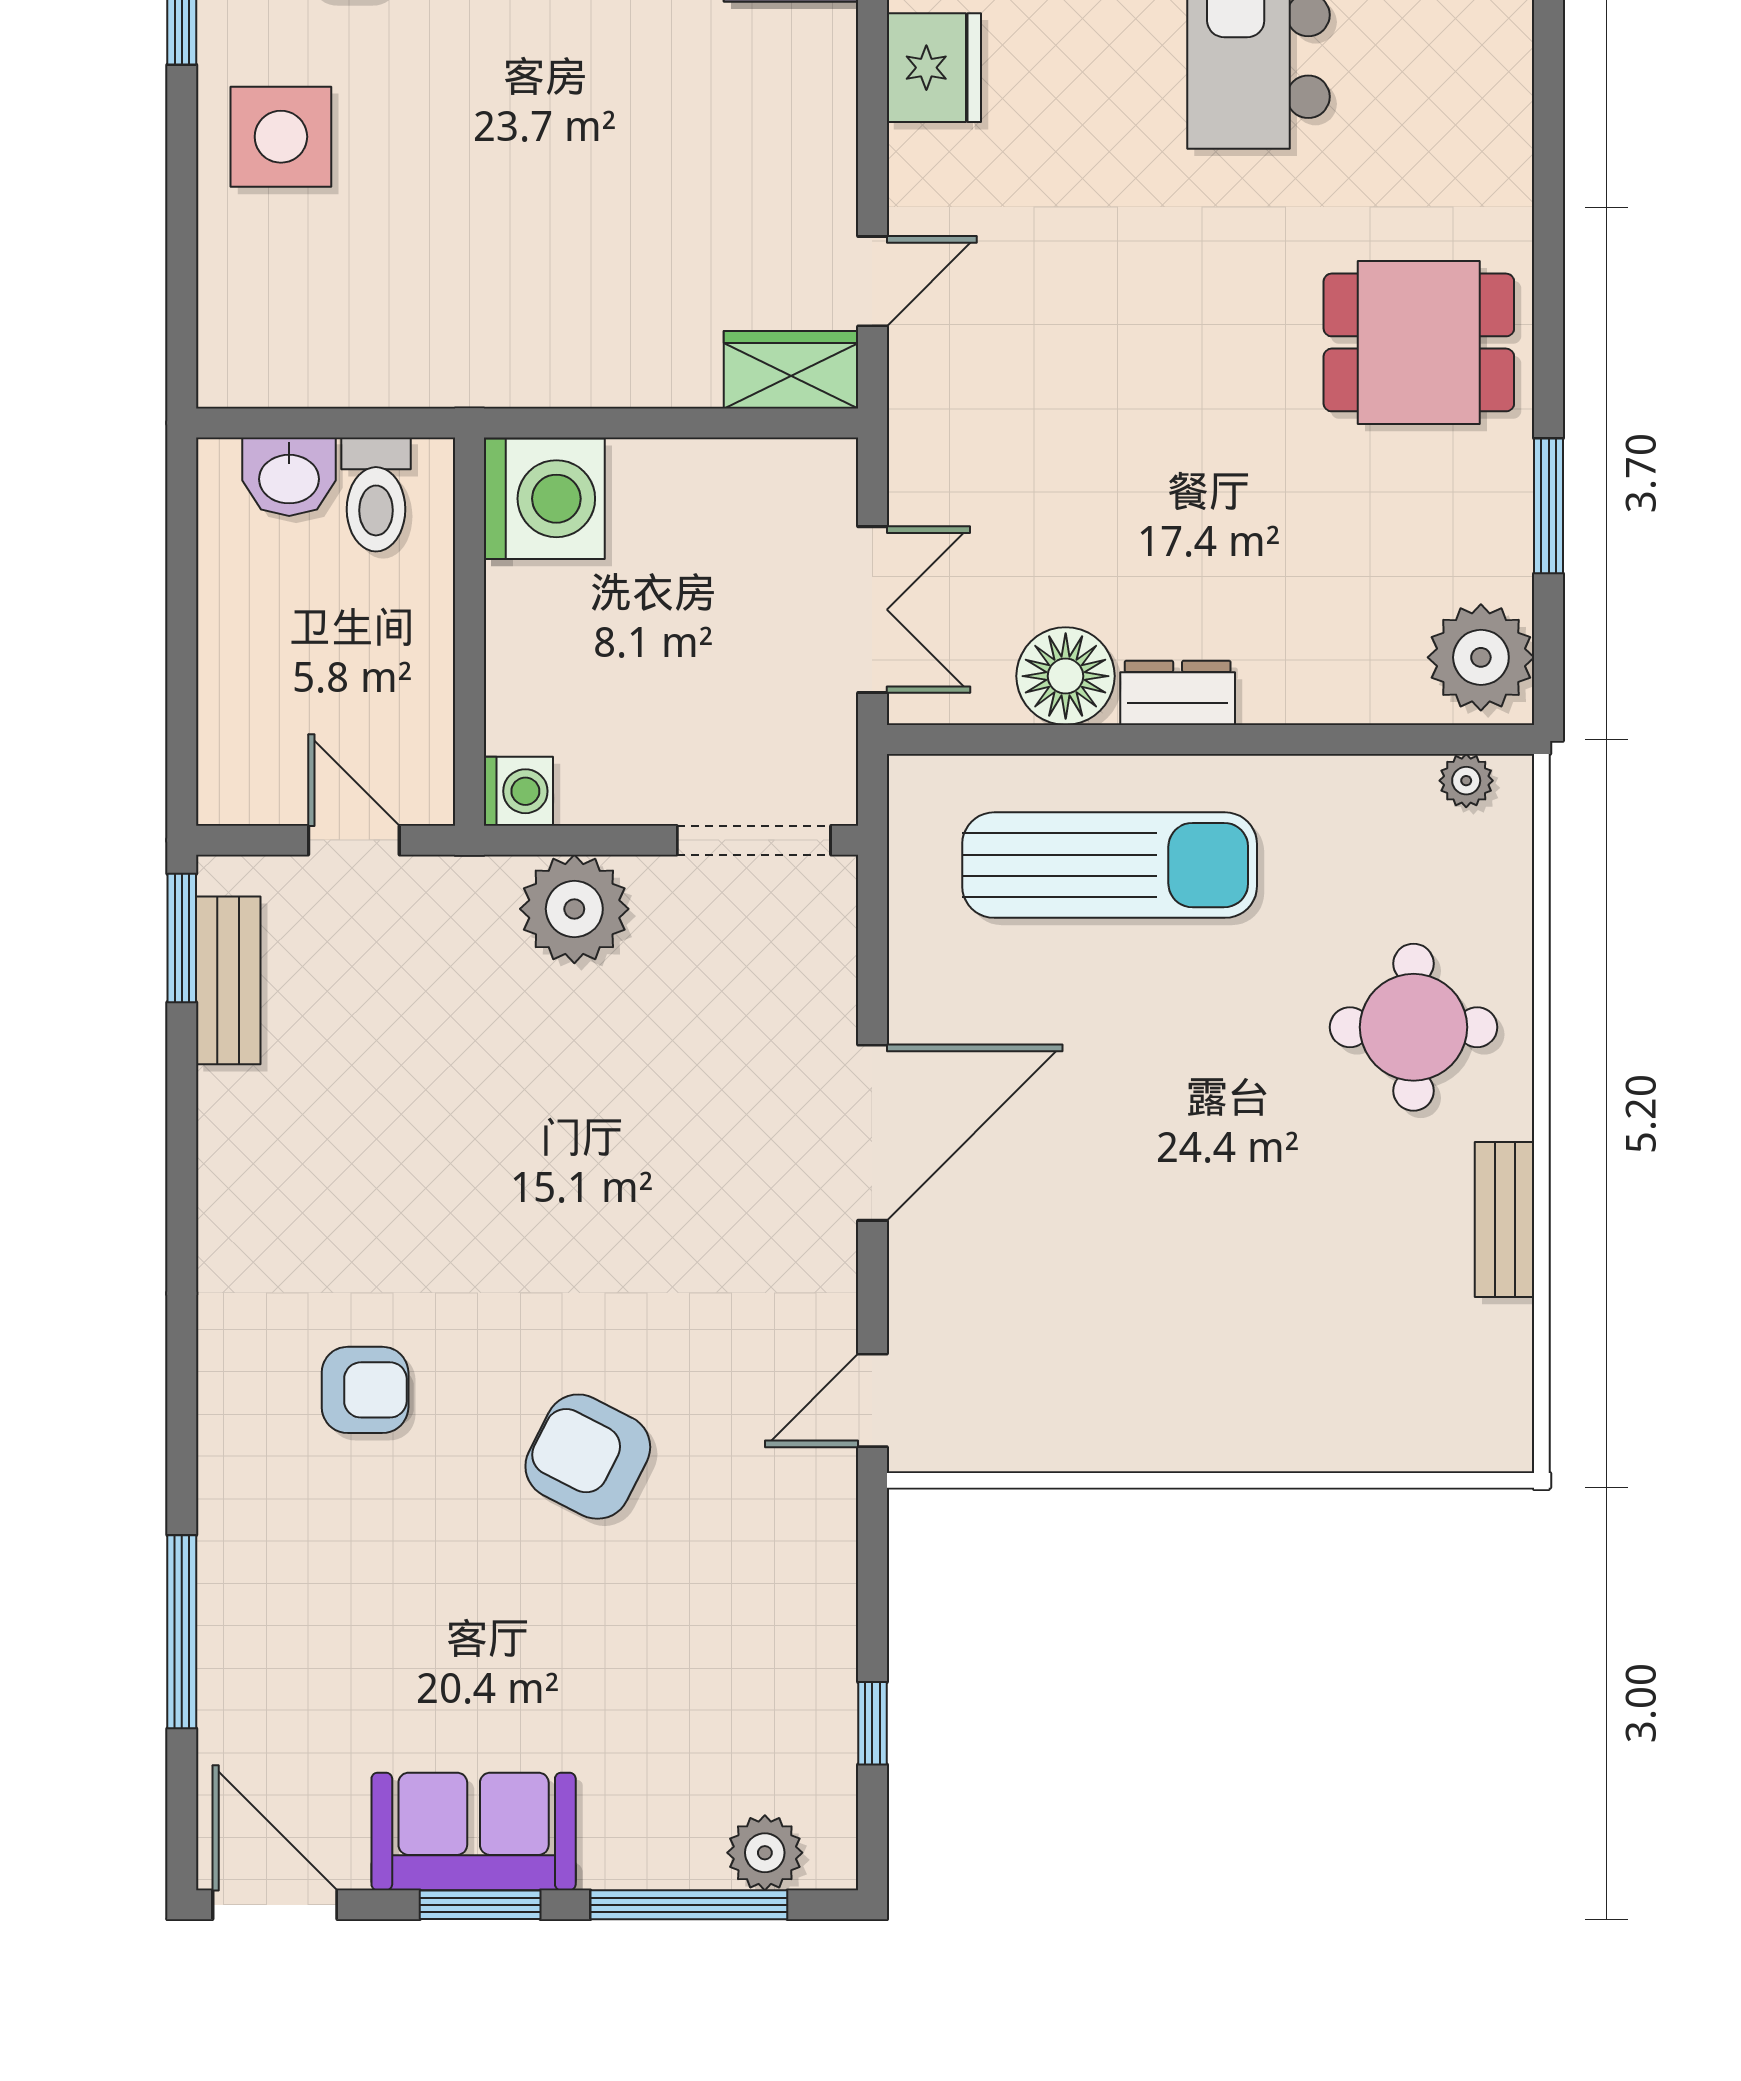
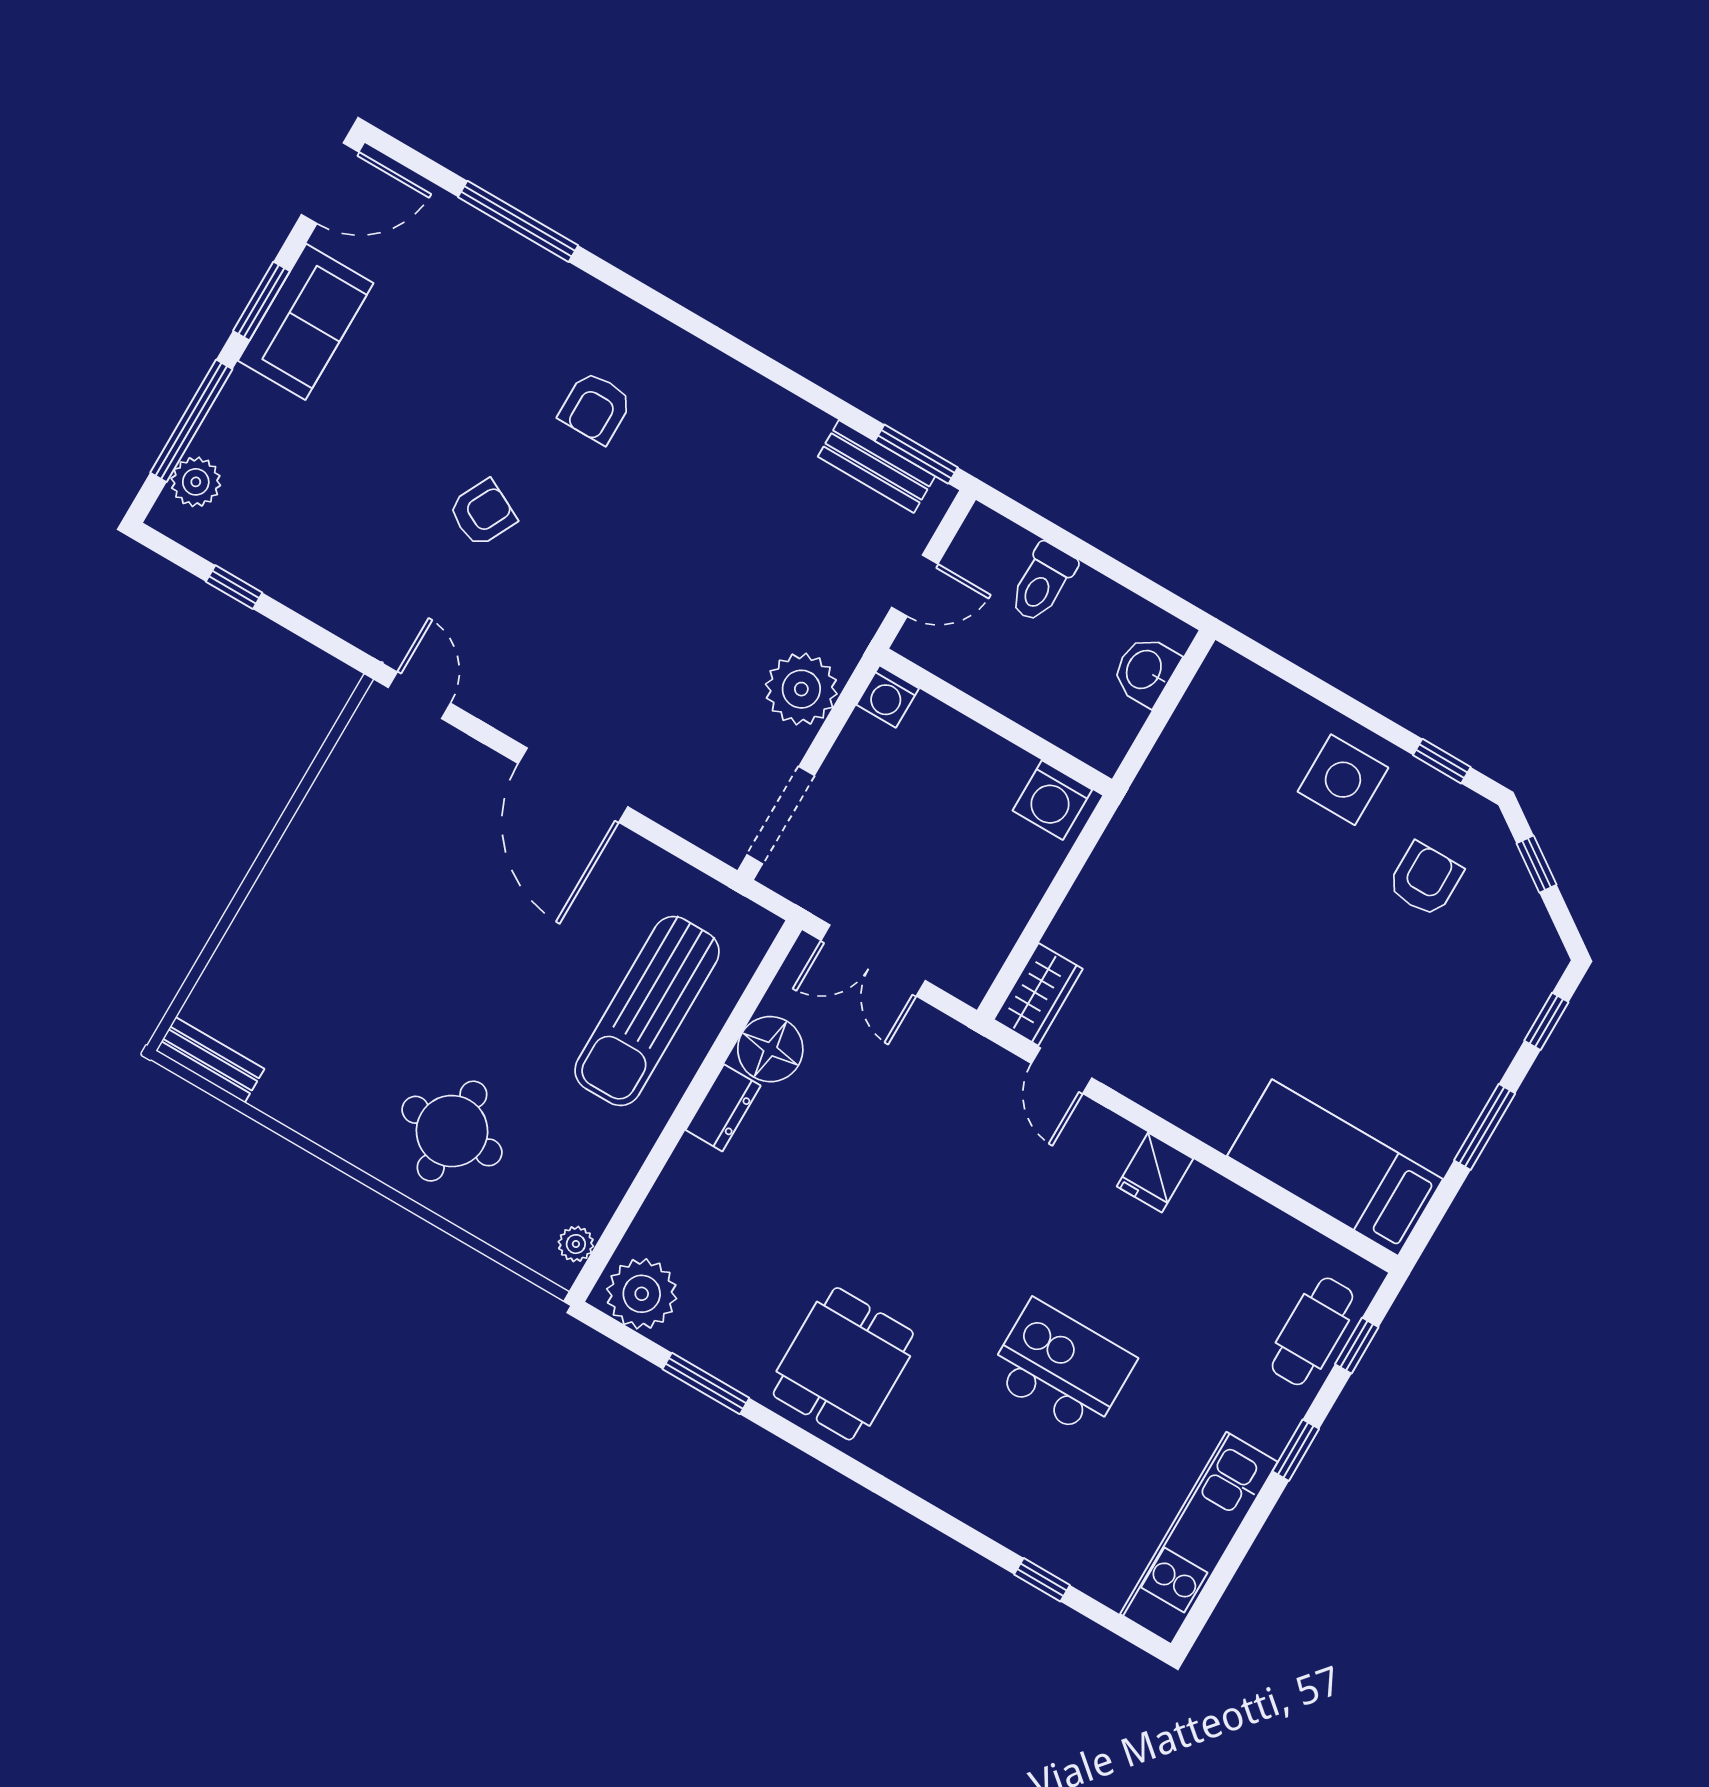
fridge: (934, 68) -> (1155, 1172), width x0.72
toilet: (376, 494) -> (1042, 583), moved, turned -90
washing machine: (544, 499) -> (1052, 800), width x0.73, depth x0.73
bench: (1505, 1219) -> (210, 1060), moved
armchair: (588, 1457) -> (482, 513), width x0.72, depth x0.72

